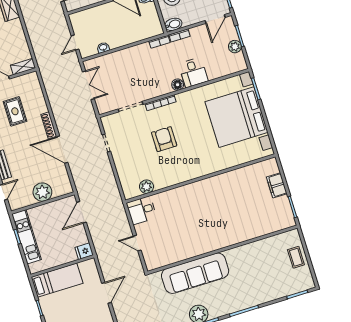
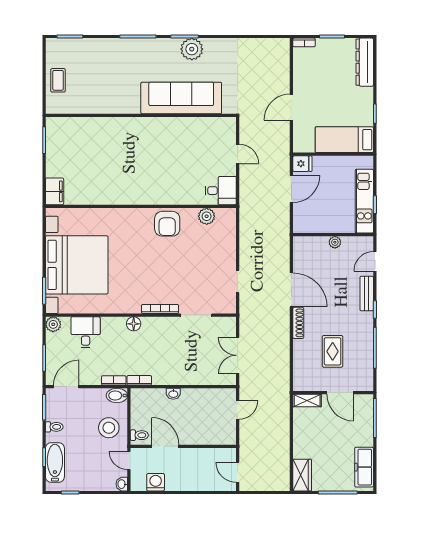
plant: (235, 47) -> (53, 324), moved
washbasin: (103, 48) -> (173, 394), moved
desk: (193, 73) -> (86, 332), moved
armchair: (164, 139) -> (167, 224), moved
filing cabinet: (277, 185) -> (55, 191), moved
plant: (42, 192) -> (335, 242), width x0.53, depth x0.53
door: (82, 212) -> (291, 189), moved

